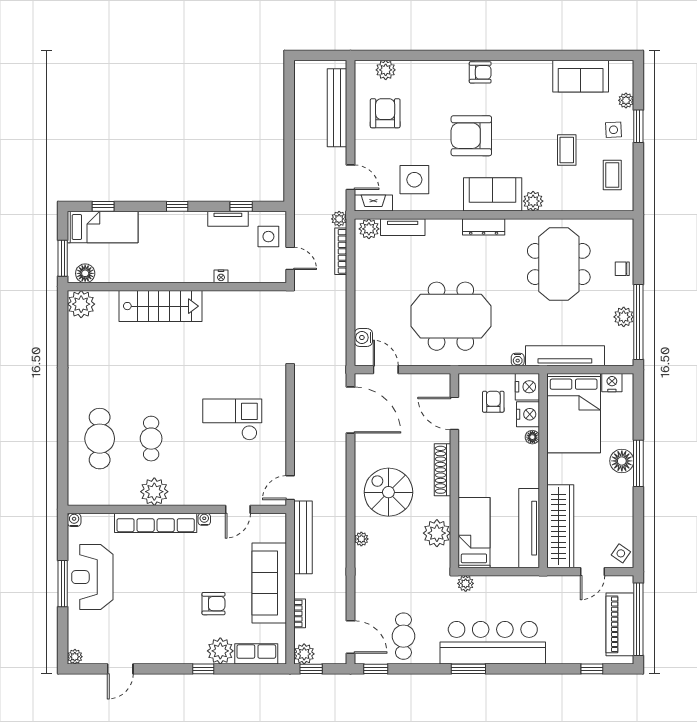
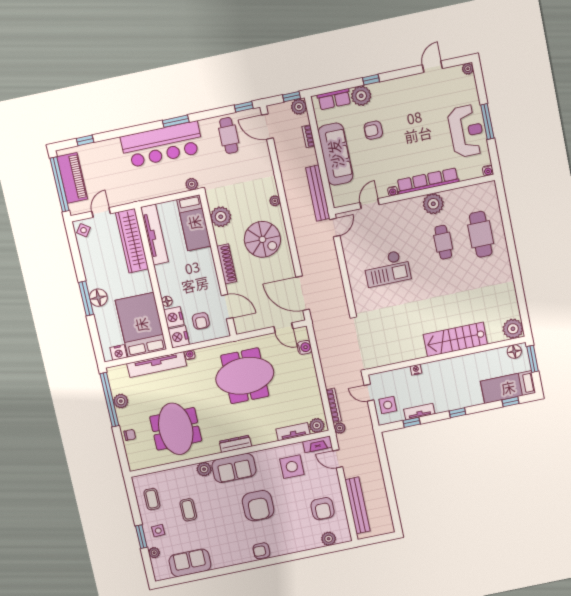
armchair: (471, 136) -> (258, 506), turned 90

